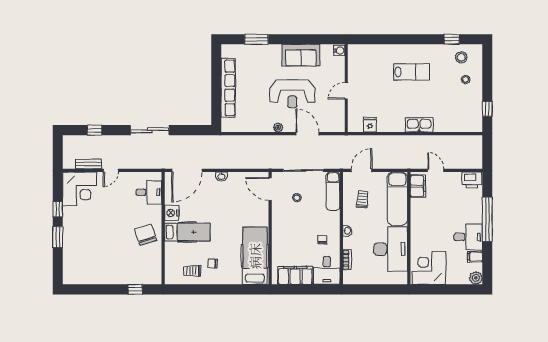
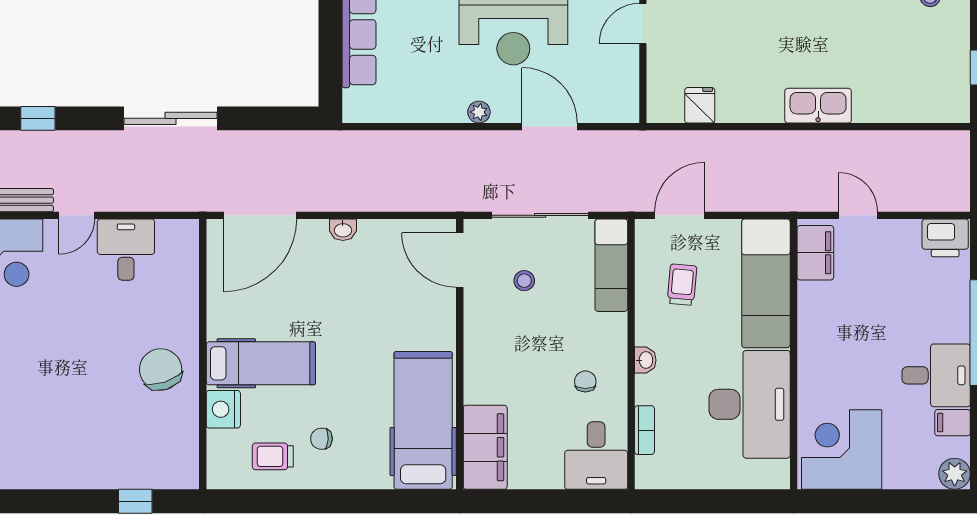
desk: (149, 192) -> (126, 250), moved, turned -90
nightstand: (172, 213) -> (223, 409), moved
filing cabinet: (295, 275) -> (485, 447), moved, turned 90

